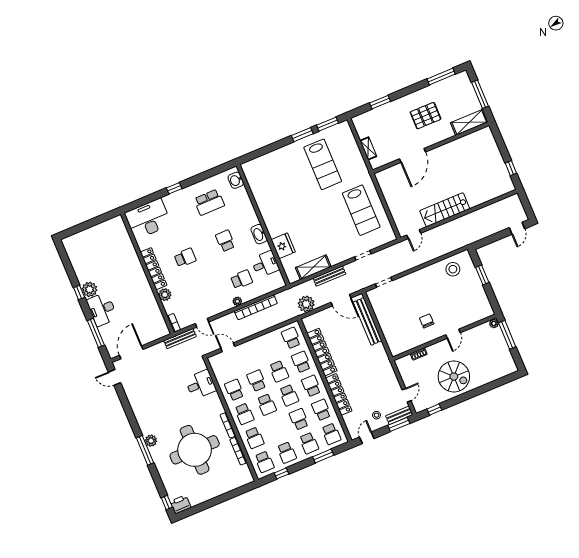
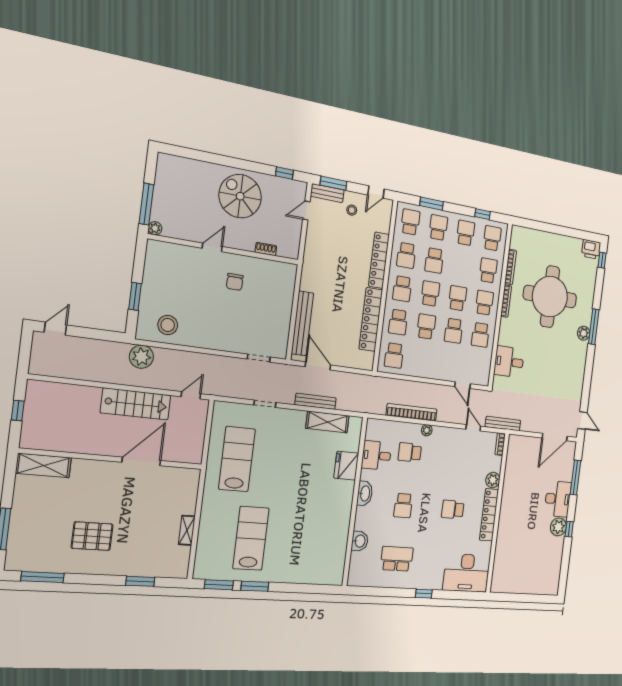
shelving: (469, 122) -> (44, 465), moved
wall: (431, 148) -> (113, 459), moved
door: (413, 155) -> (141, 461), moved
washbasin: (236, 180) -> (360, 541), moved
plant: (306, 304) -> (141, 357), moved

